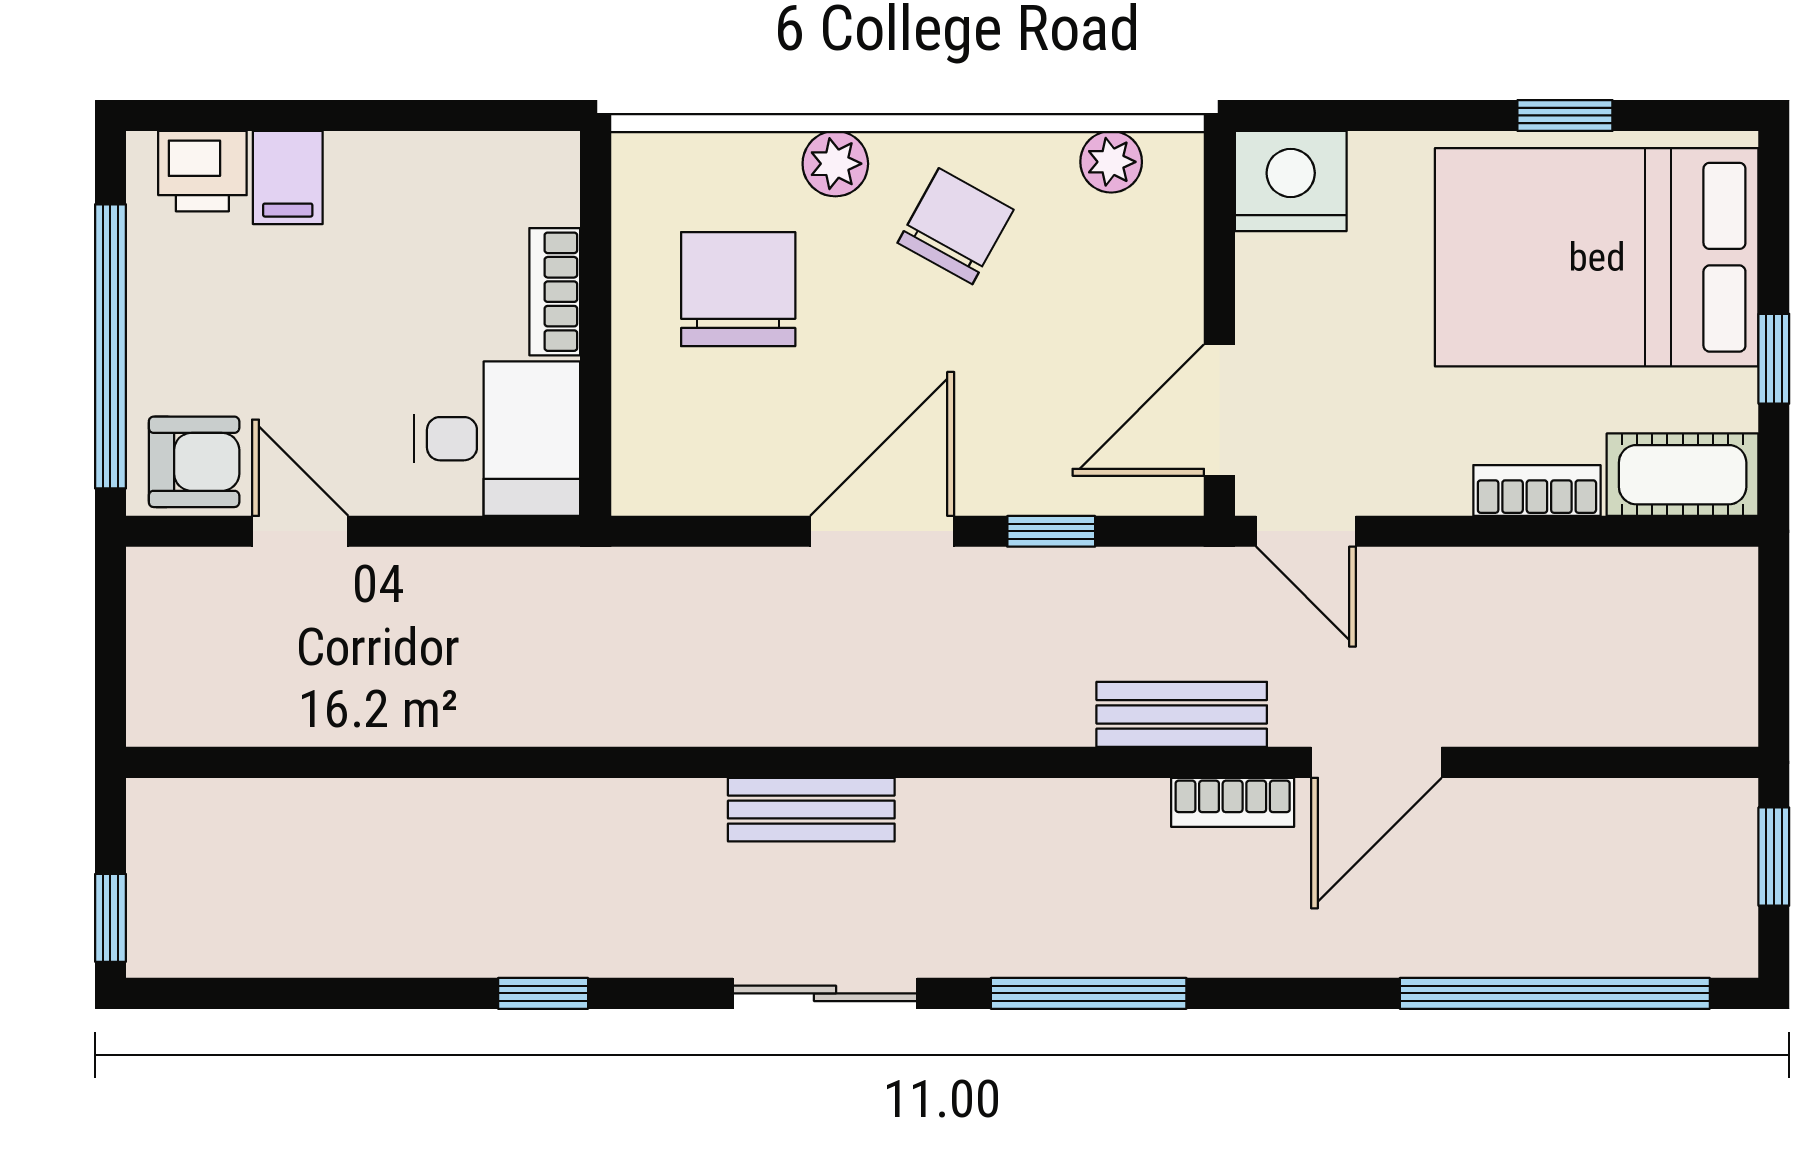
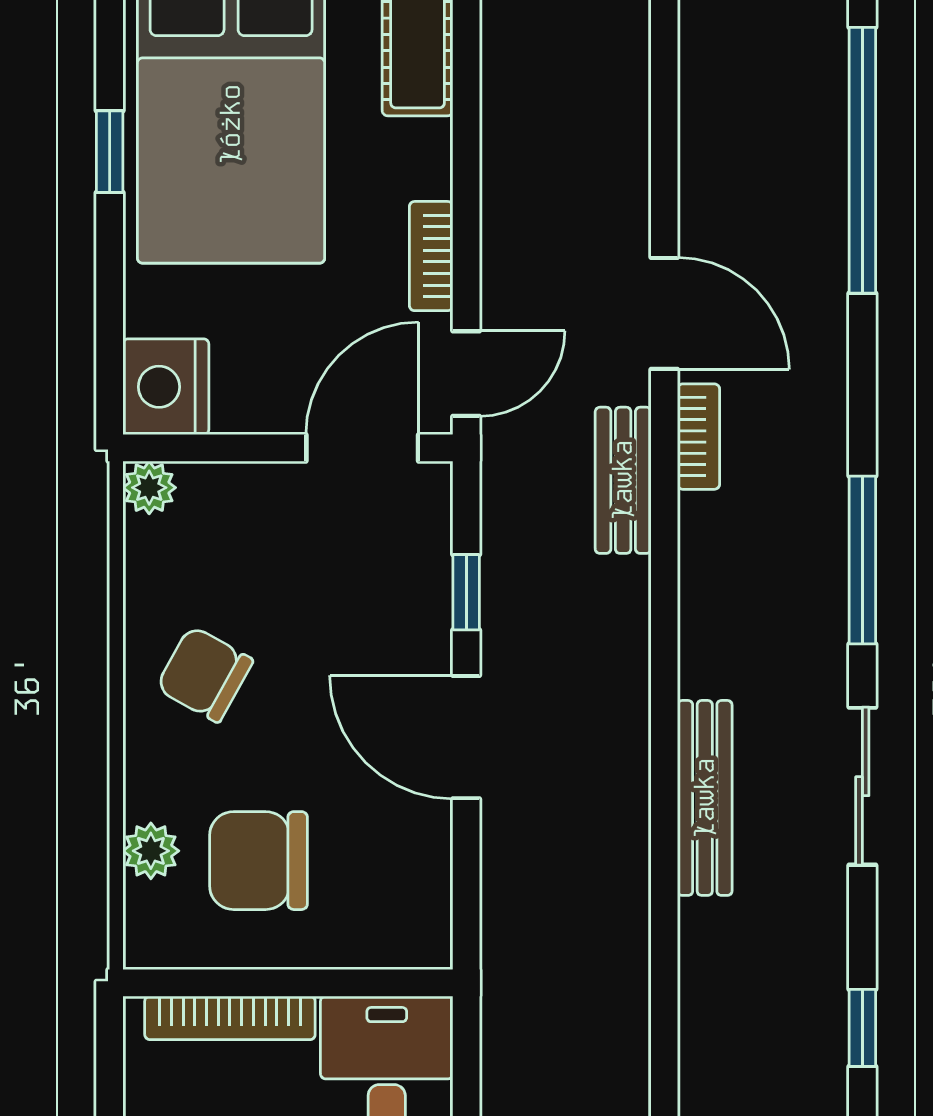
plant: (1111, 162) -> (149, 488), moved
plant: (835, 164) -> (151, 851), moved
bookcase: (555, 292) -> (230, 1018), width x1.56
door: (1219, 410) -> (362, 448), swing flipped
bookcase: (1537, 490) -> (431, 256), moved
bench: (811, 810) -> (705, 798), width x1.36

